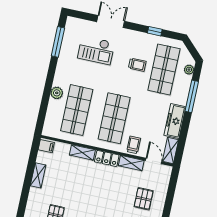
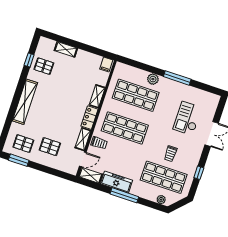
window: (58, 42) -> (177, 78), moved
window: (192, 96) -> (124, 195), moved
shelving: (38, 175) -> (66, 49), moved

